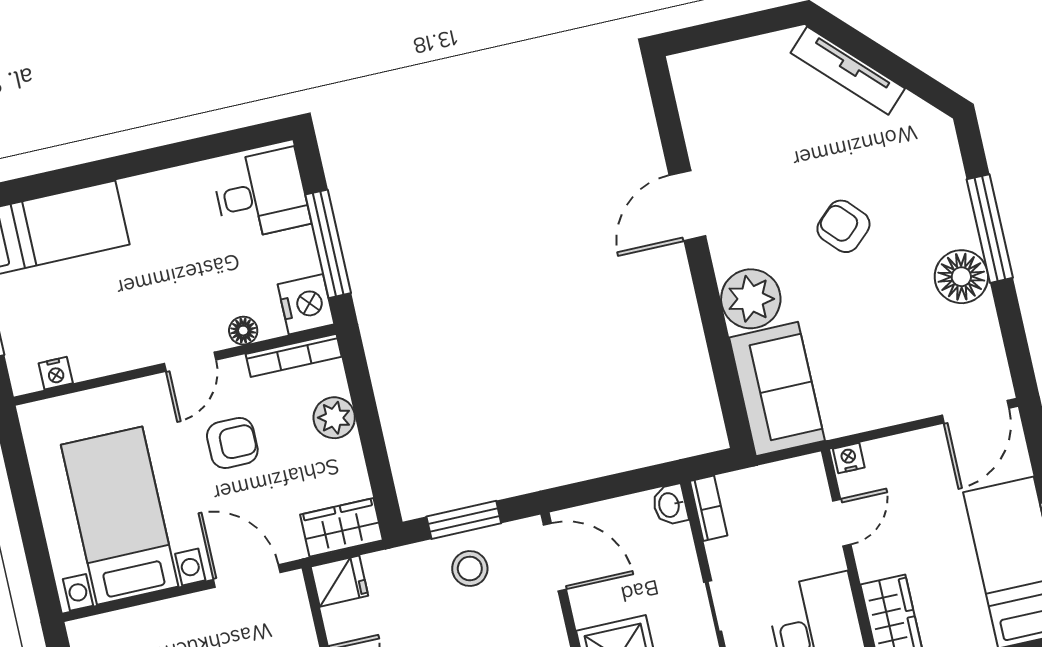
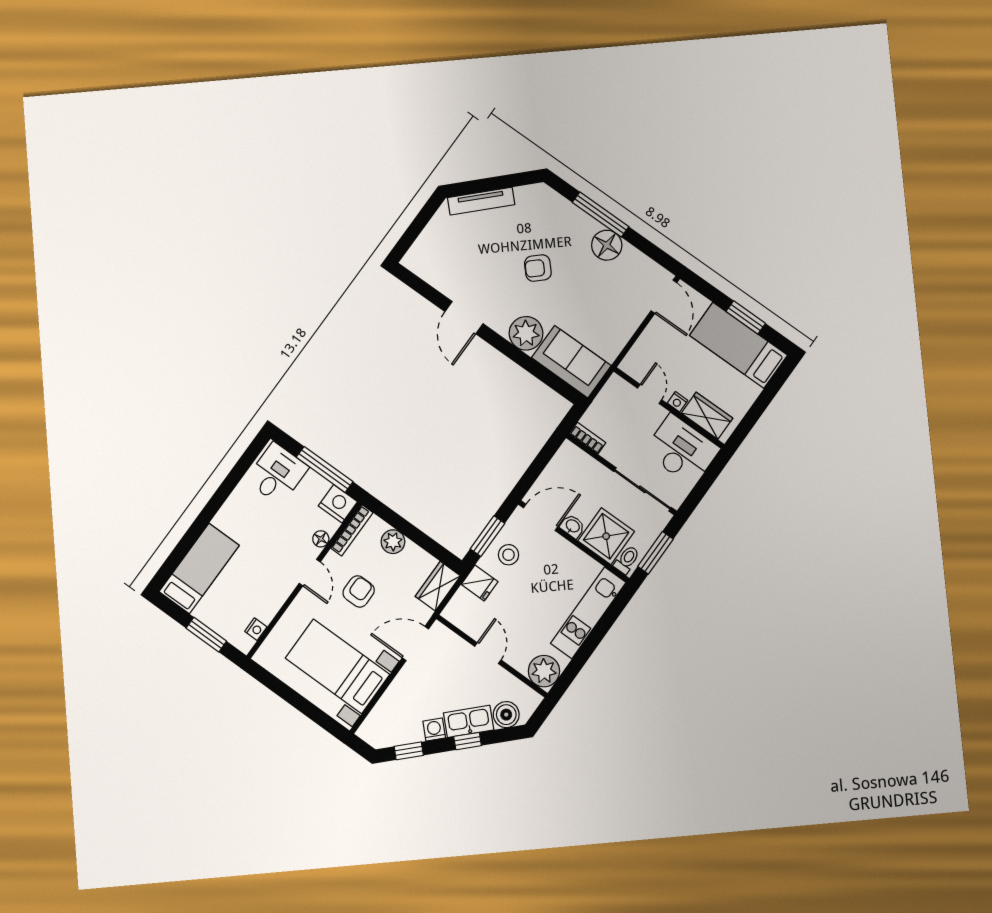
nightstand: (849, 458) -> (678, 402), moved, turned -90
washbasin: (670, 505) -> (572, 526), moved, turned 180
fridge: (339, 581) -> (480, 583), moved, turned 90

